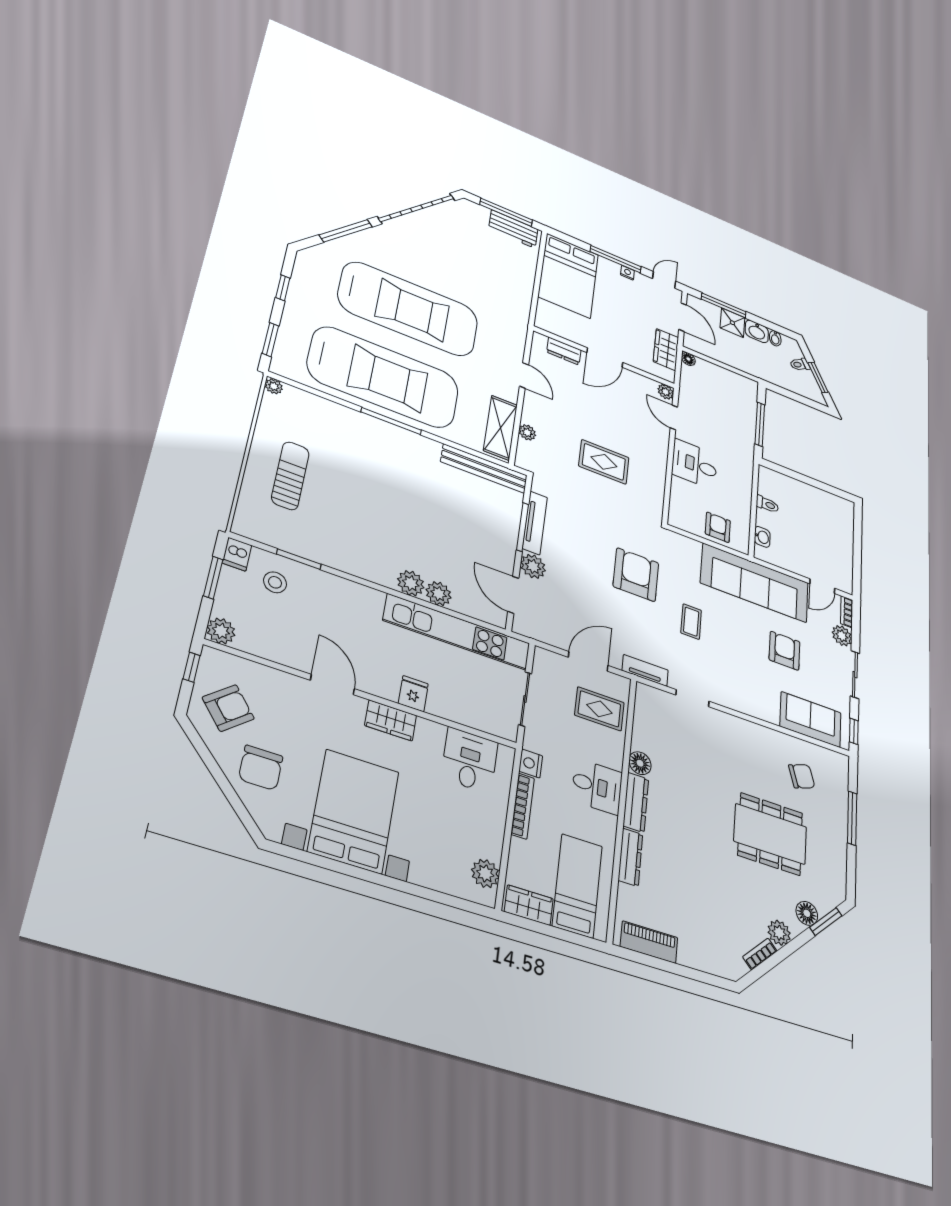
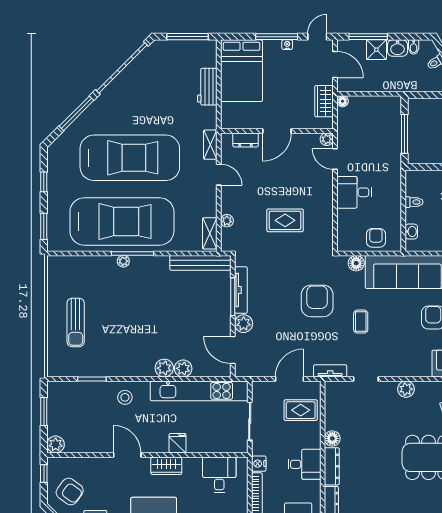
workbench: (513, 229) -> (207, 87), moved, turned 90
shelving: (518, 338) -> (210, 145), added
plant: (274, 386) -> (123, 261), moved
shelving: (500, 428) -> (210, 233), width x0.67, depth x0.75
sun lounger: (290, 476) -> (76, 322), turned 180
floor lamp: (691, 548) -> (356, 263), added
dishwasher: (237, 554) -> (54, 390), removed
stool: (275, 582) -> (125, 397), moved
armchair: (228, 708) -> (70, 491), turned 76
plant: (745, 730) -> (406, 389), added

